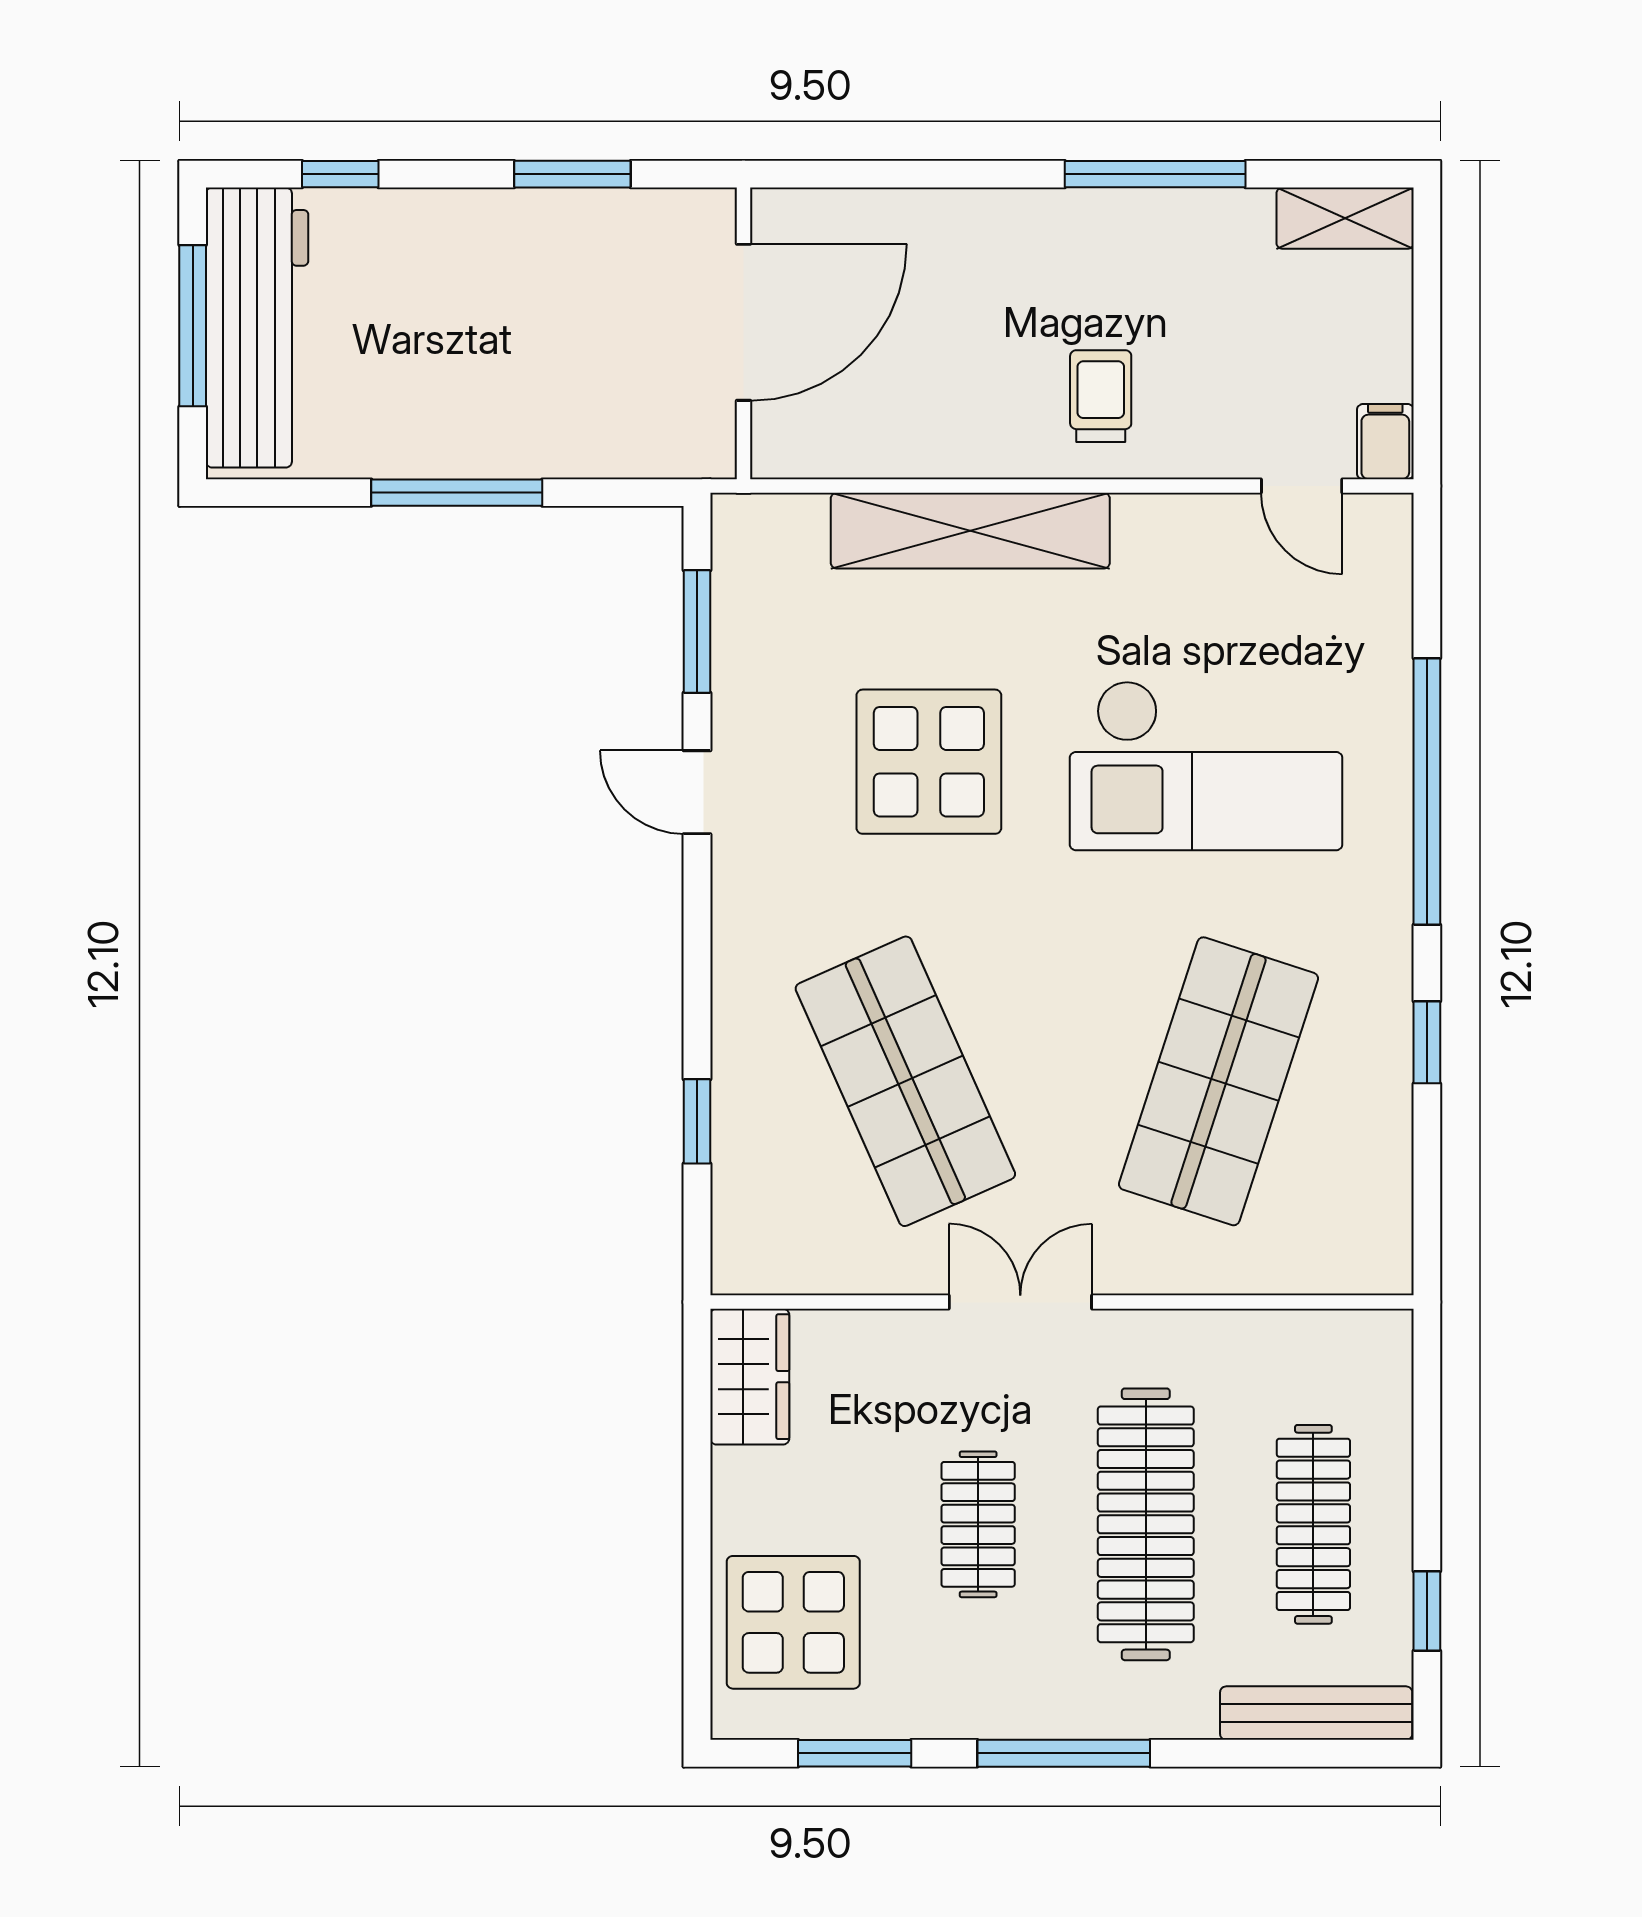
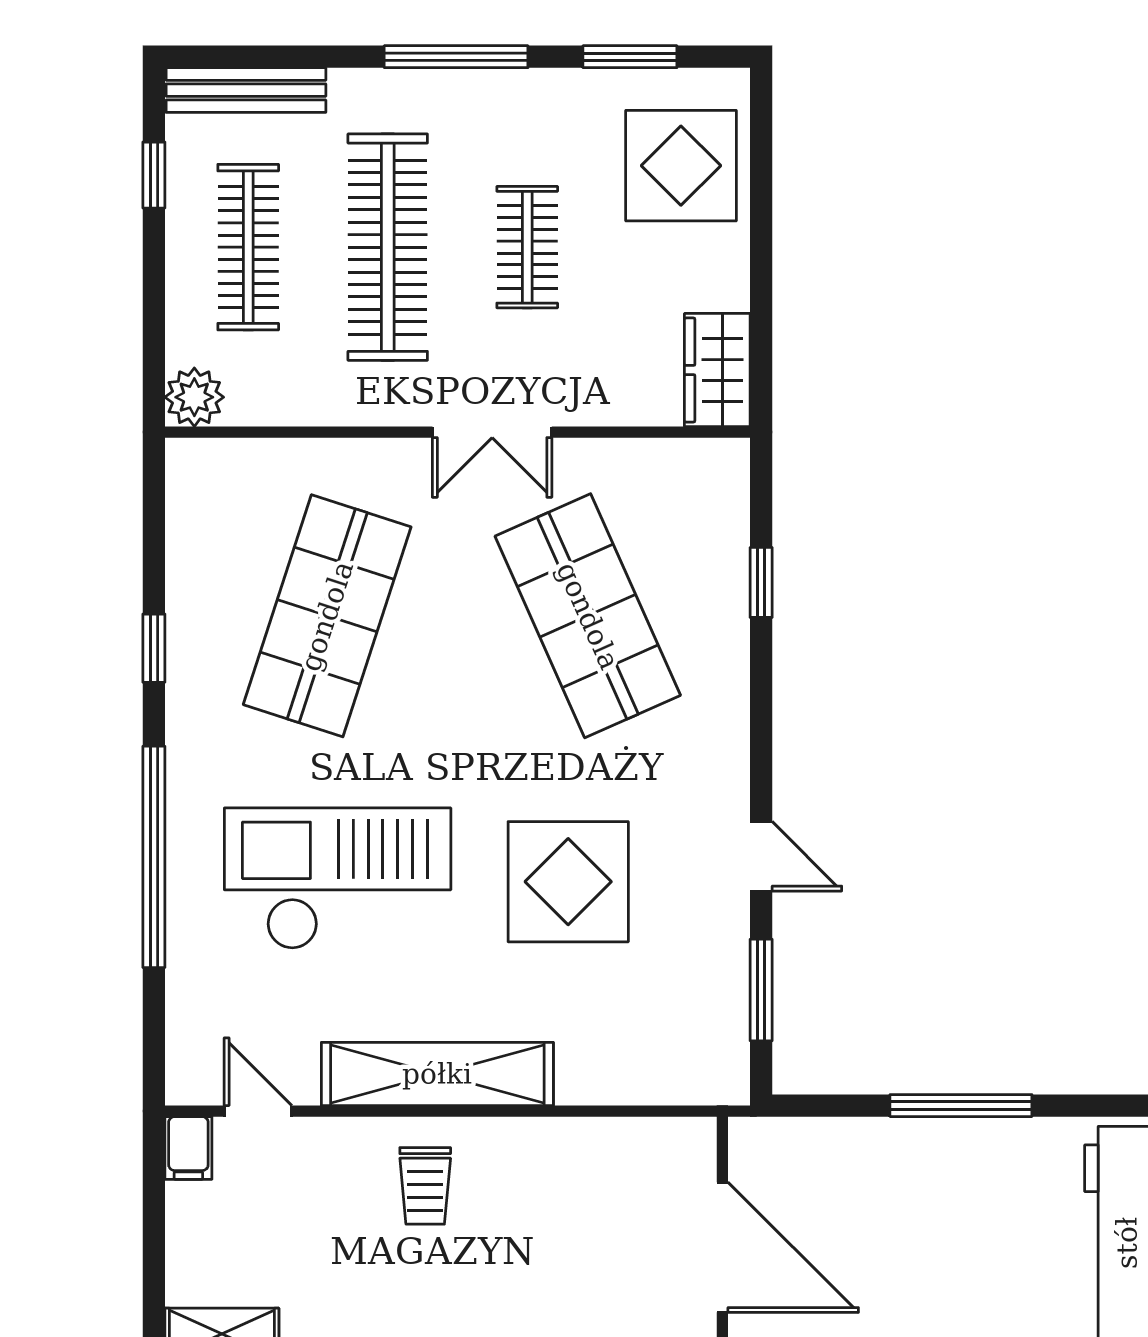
door: (743, 322) -> (722, 1247), swing flipped
shelving: (970, 531) -> (437, 1074), moved
plant: (1378, 1344) -> (194, 397), added

